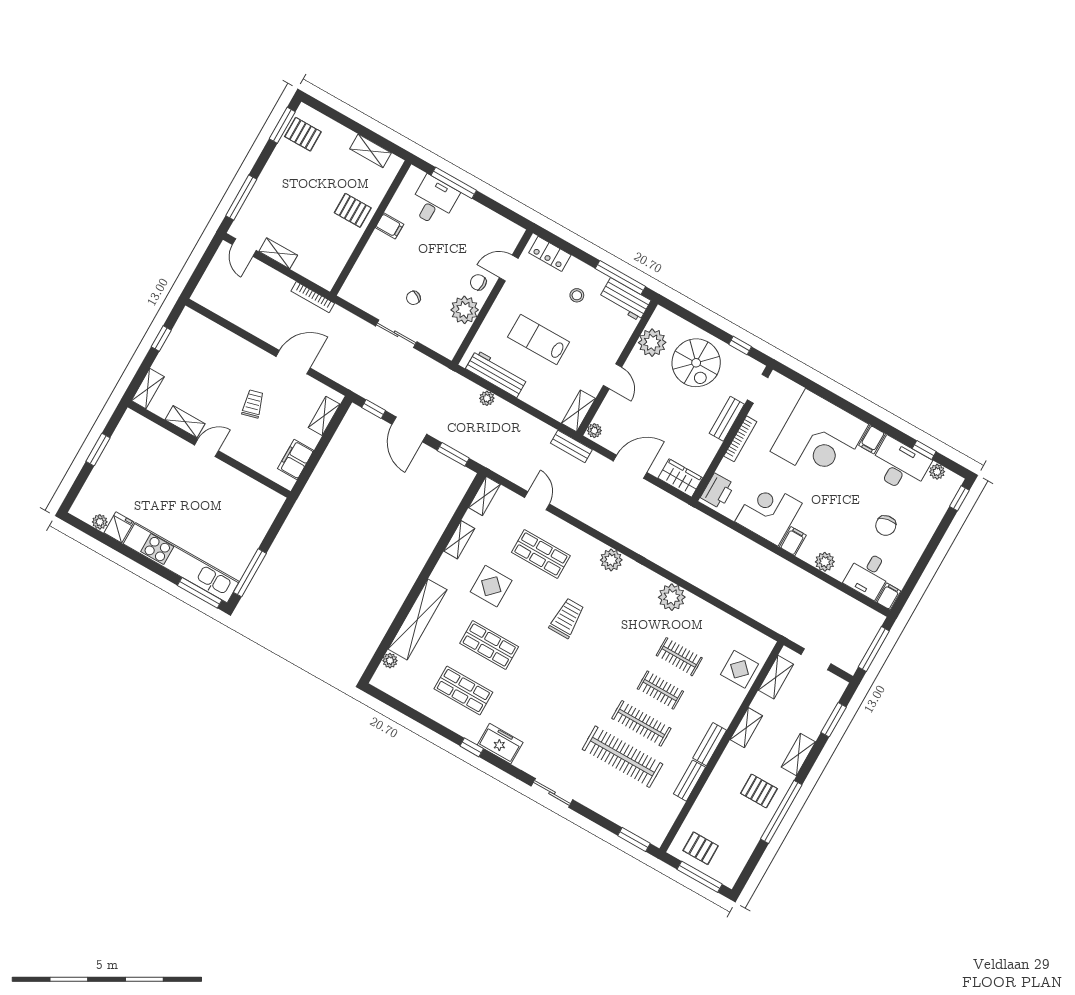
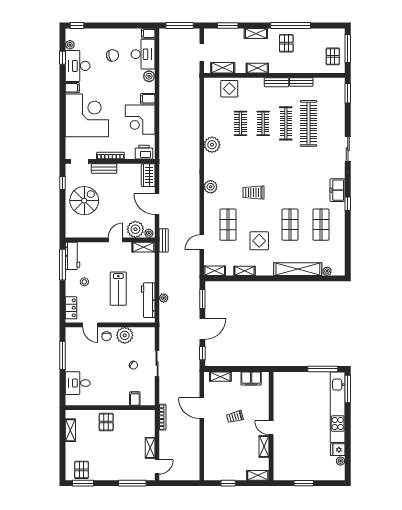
window: (454, 183) -> (62, 355), moved
filing cabinet: (389, 226) -> (135, 399), moved
plant: (652, 343) -> (135, 229), moved
desk: (868, 575) -> (143, 54), width x1.37

